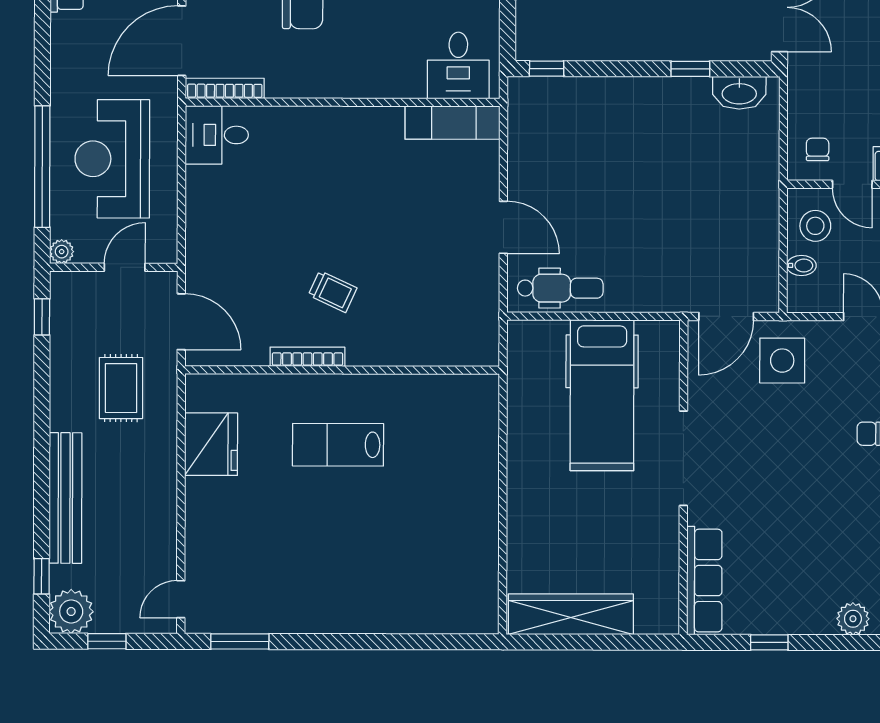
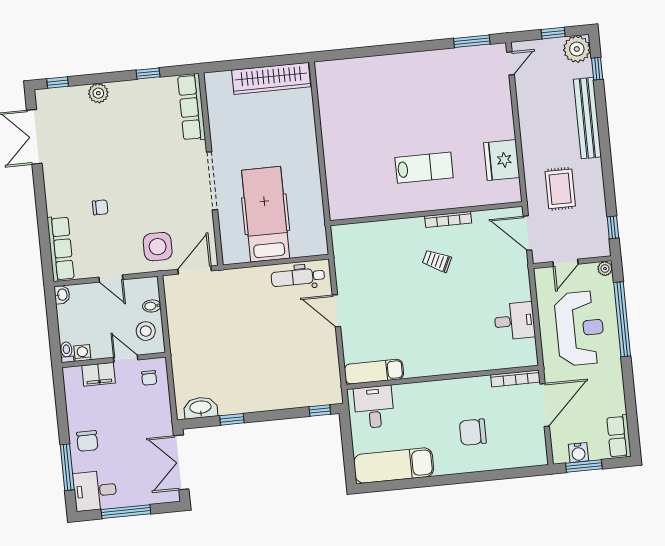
desk: (217, 135) -> (515, 321), moved

